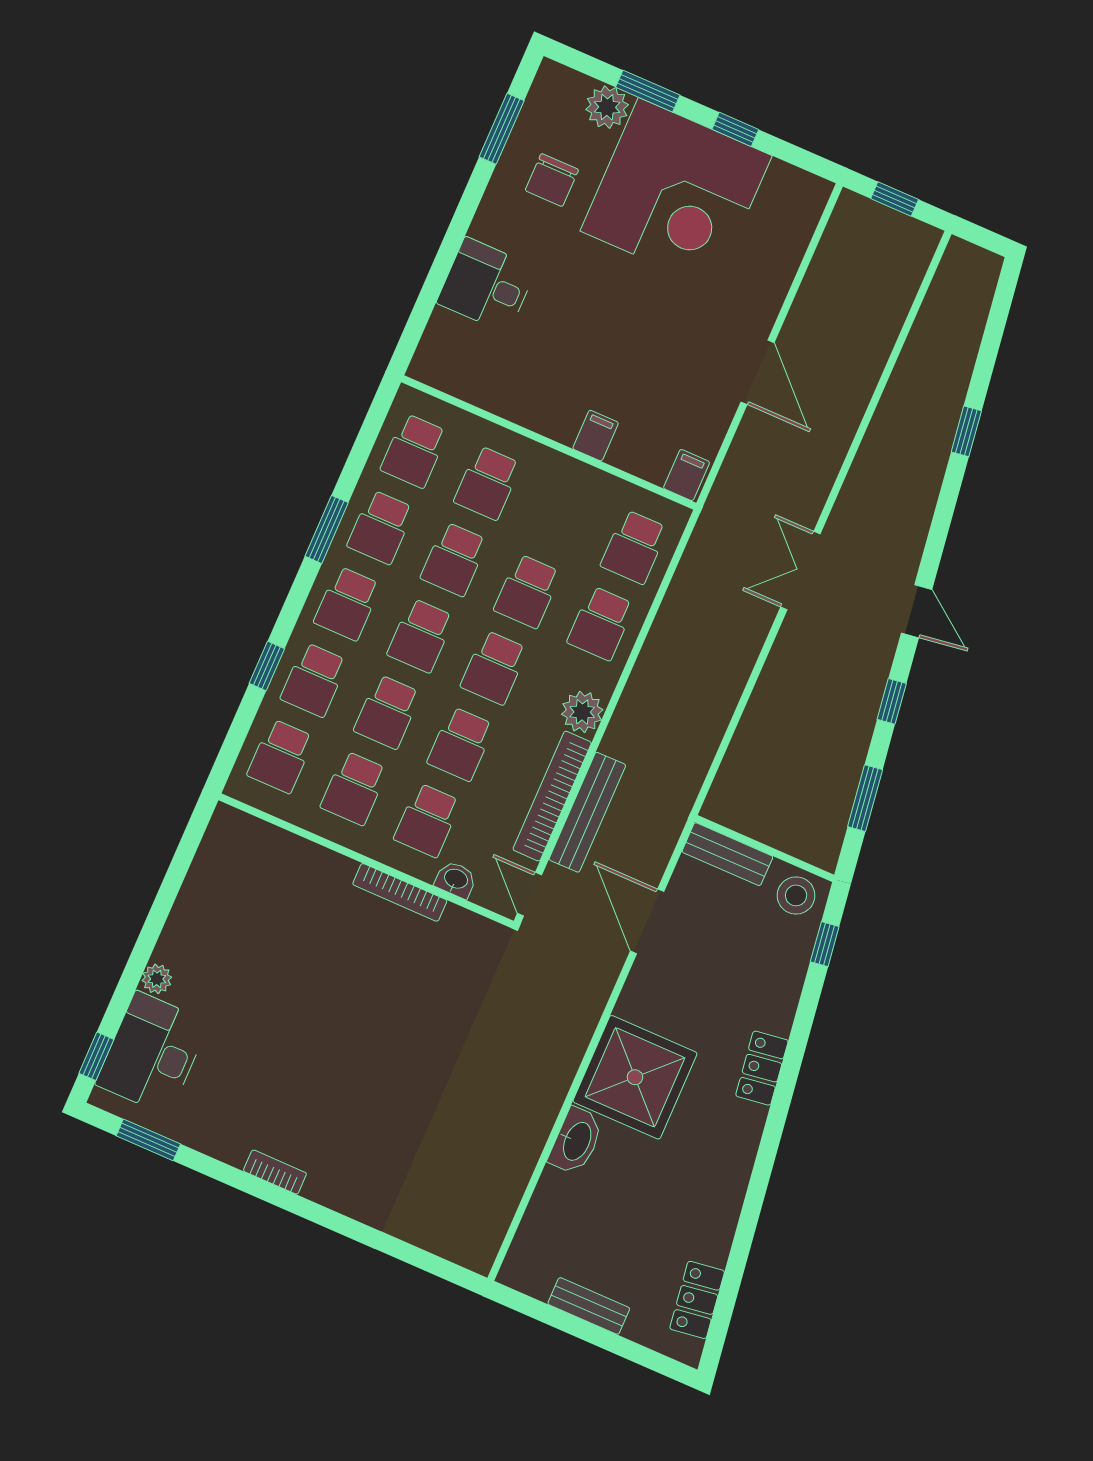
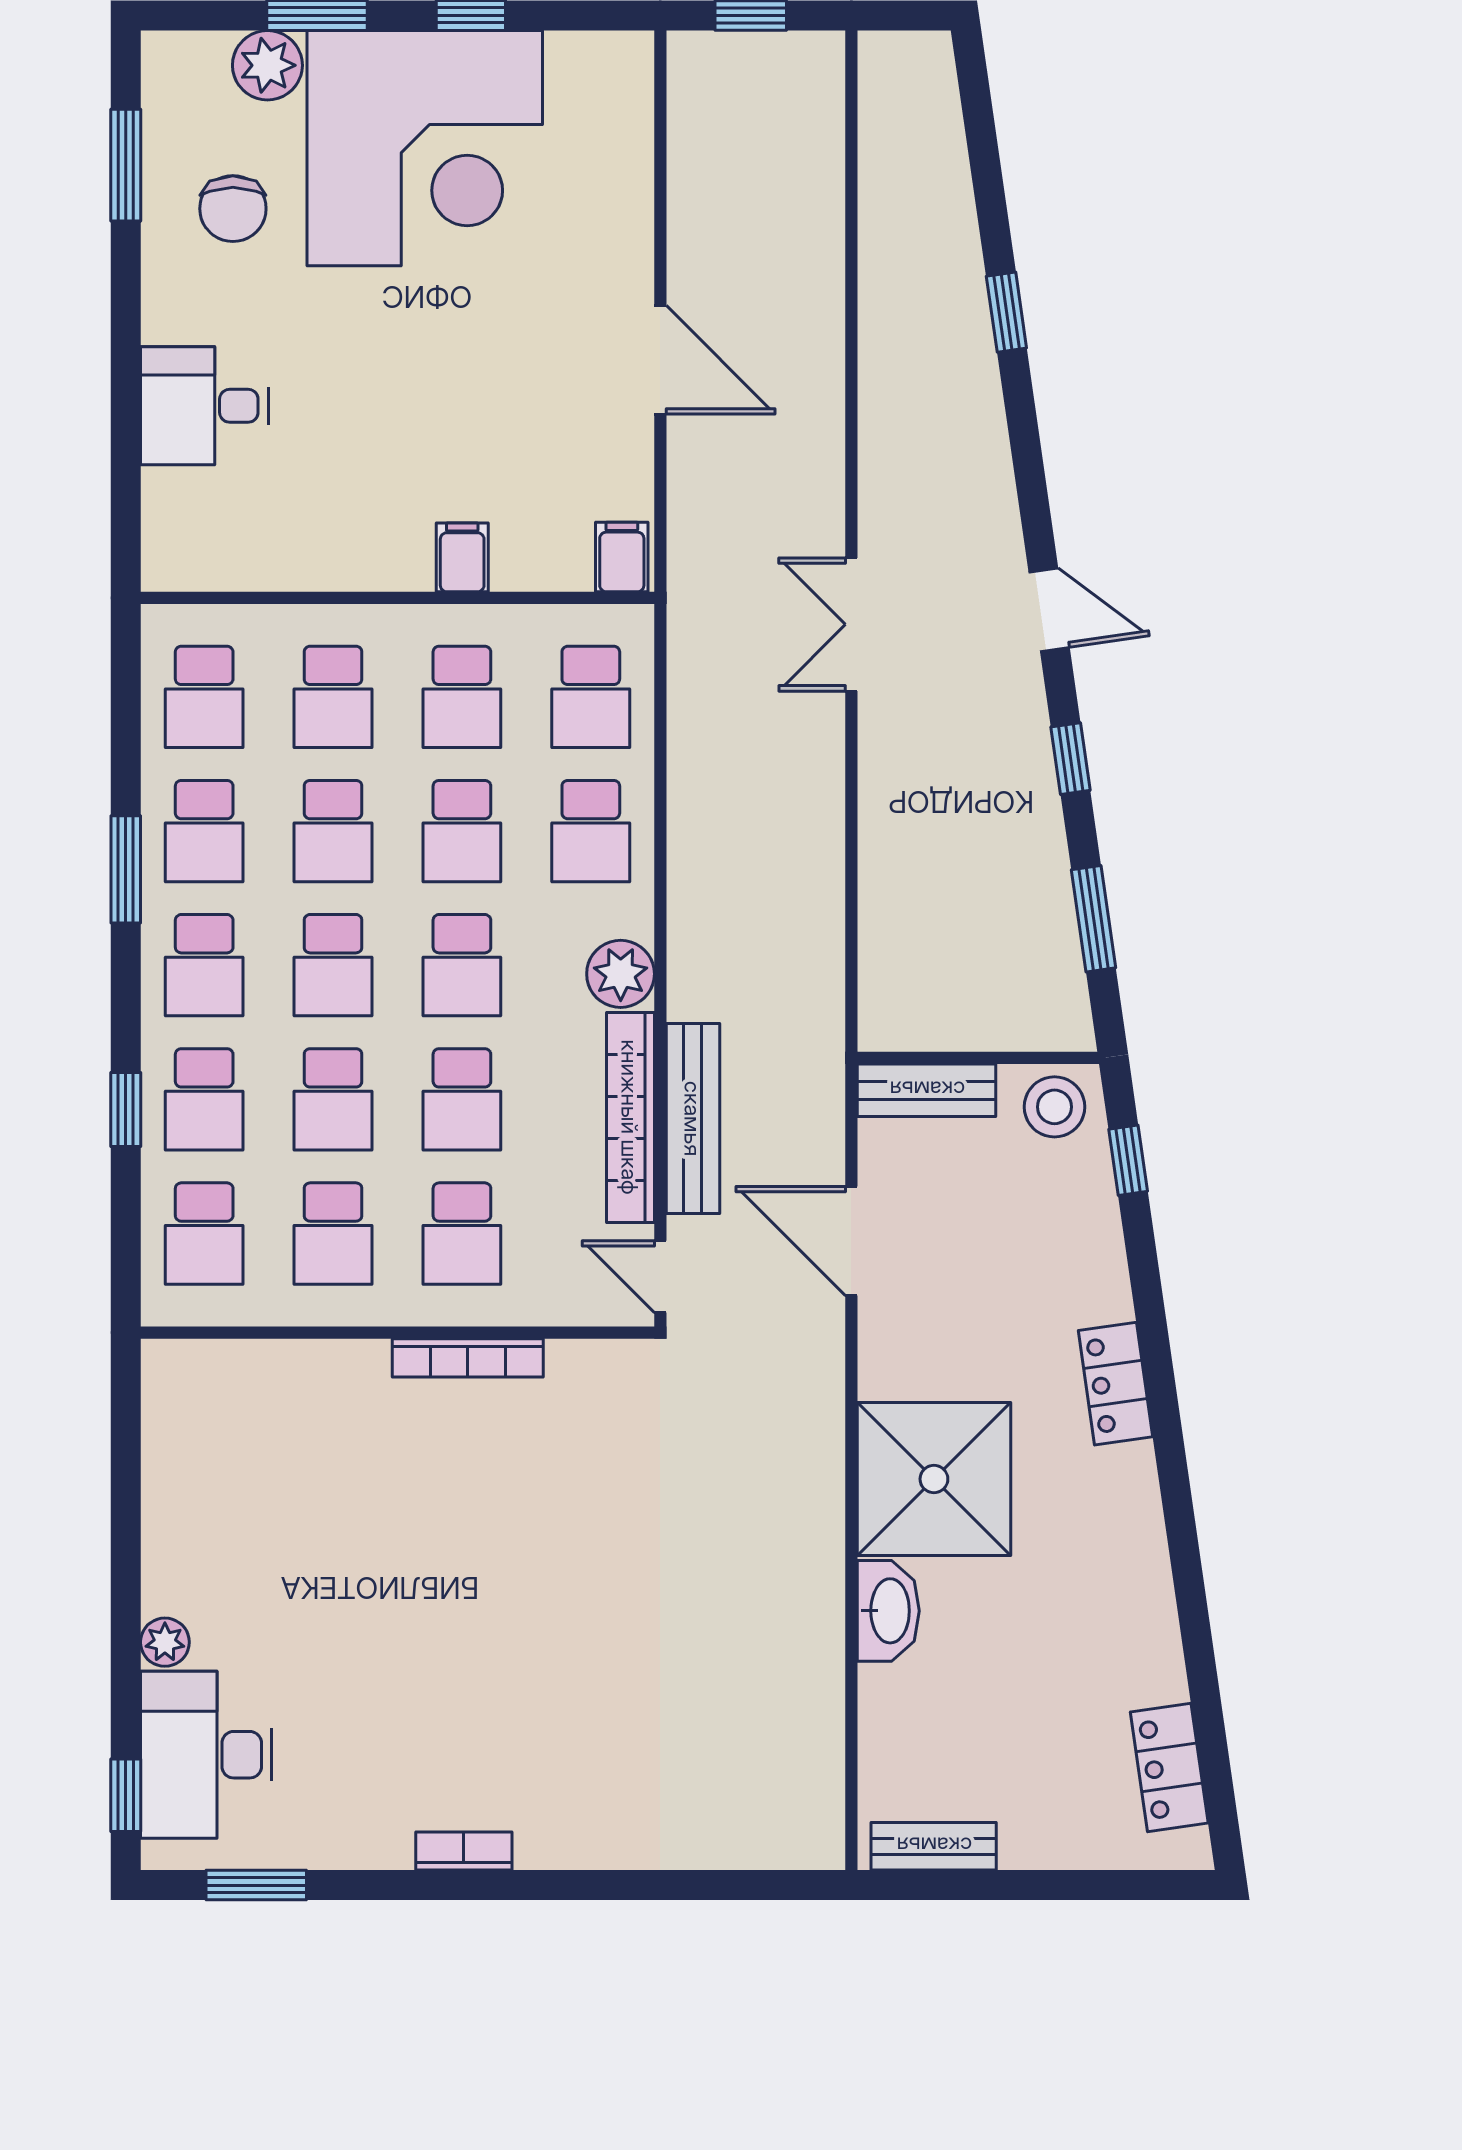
school desk: (561, 515) -> (462, 697), added
washbasin: (456, 880) -> (542, 1303), removed
bench: (589, 1306) -> (934, 1846), moved

